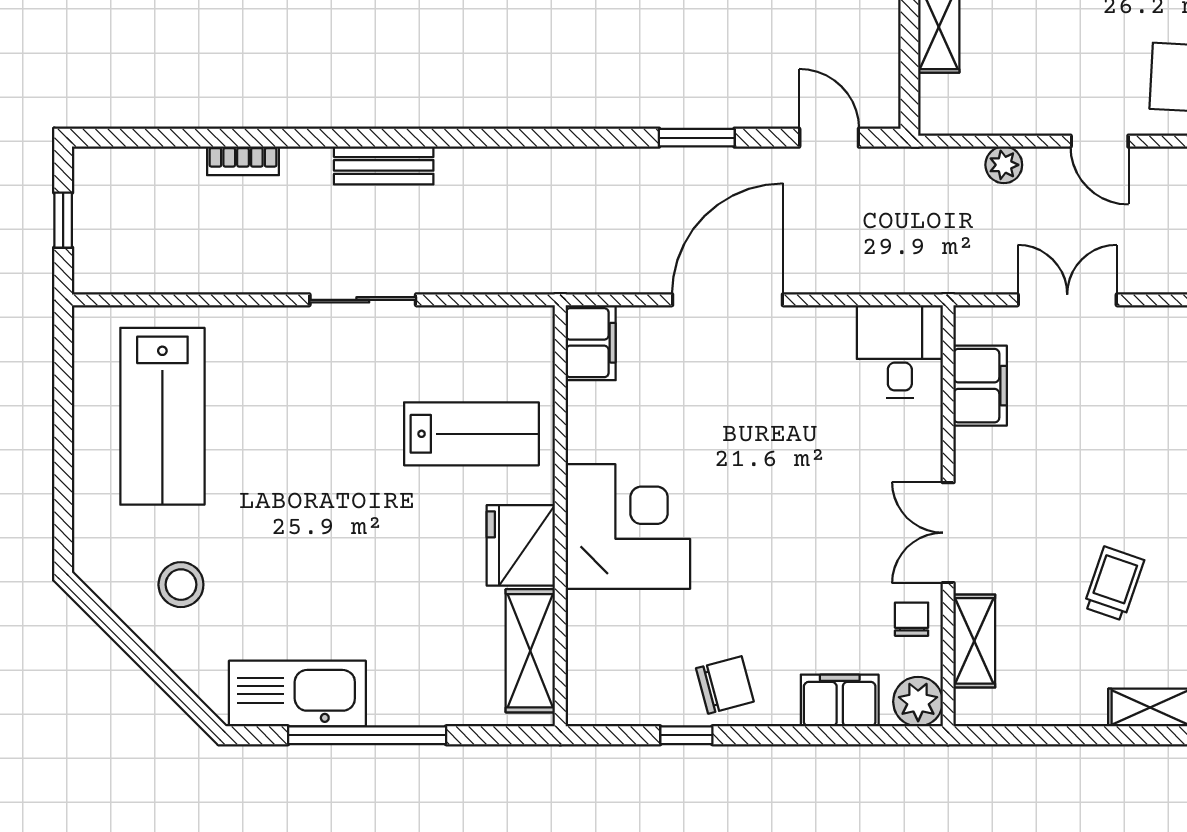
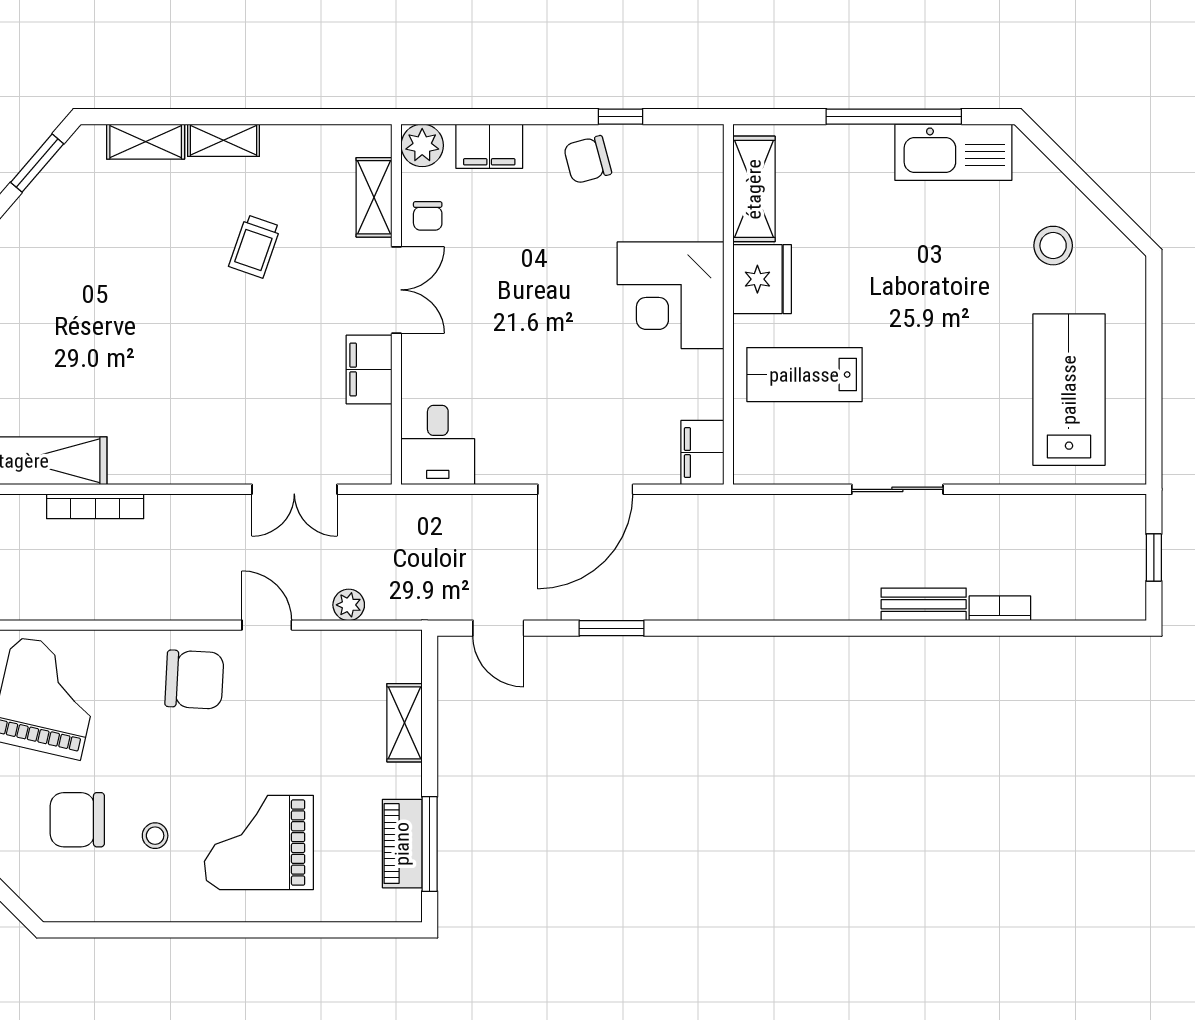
bench: (384, 165) -> (924, 604), moved
filing cabinet: (980, 386) -> (369, 369), moved

